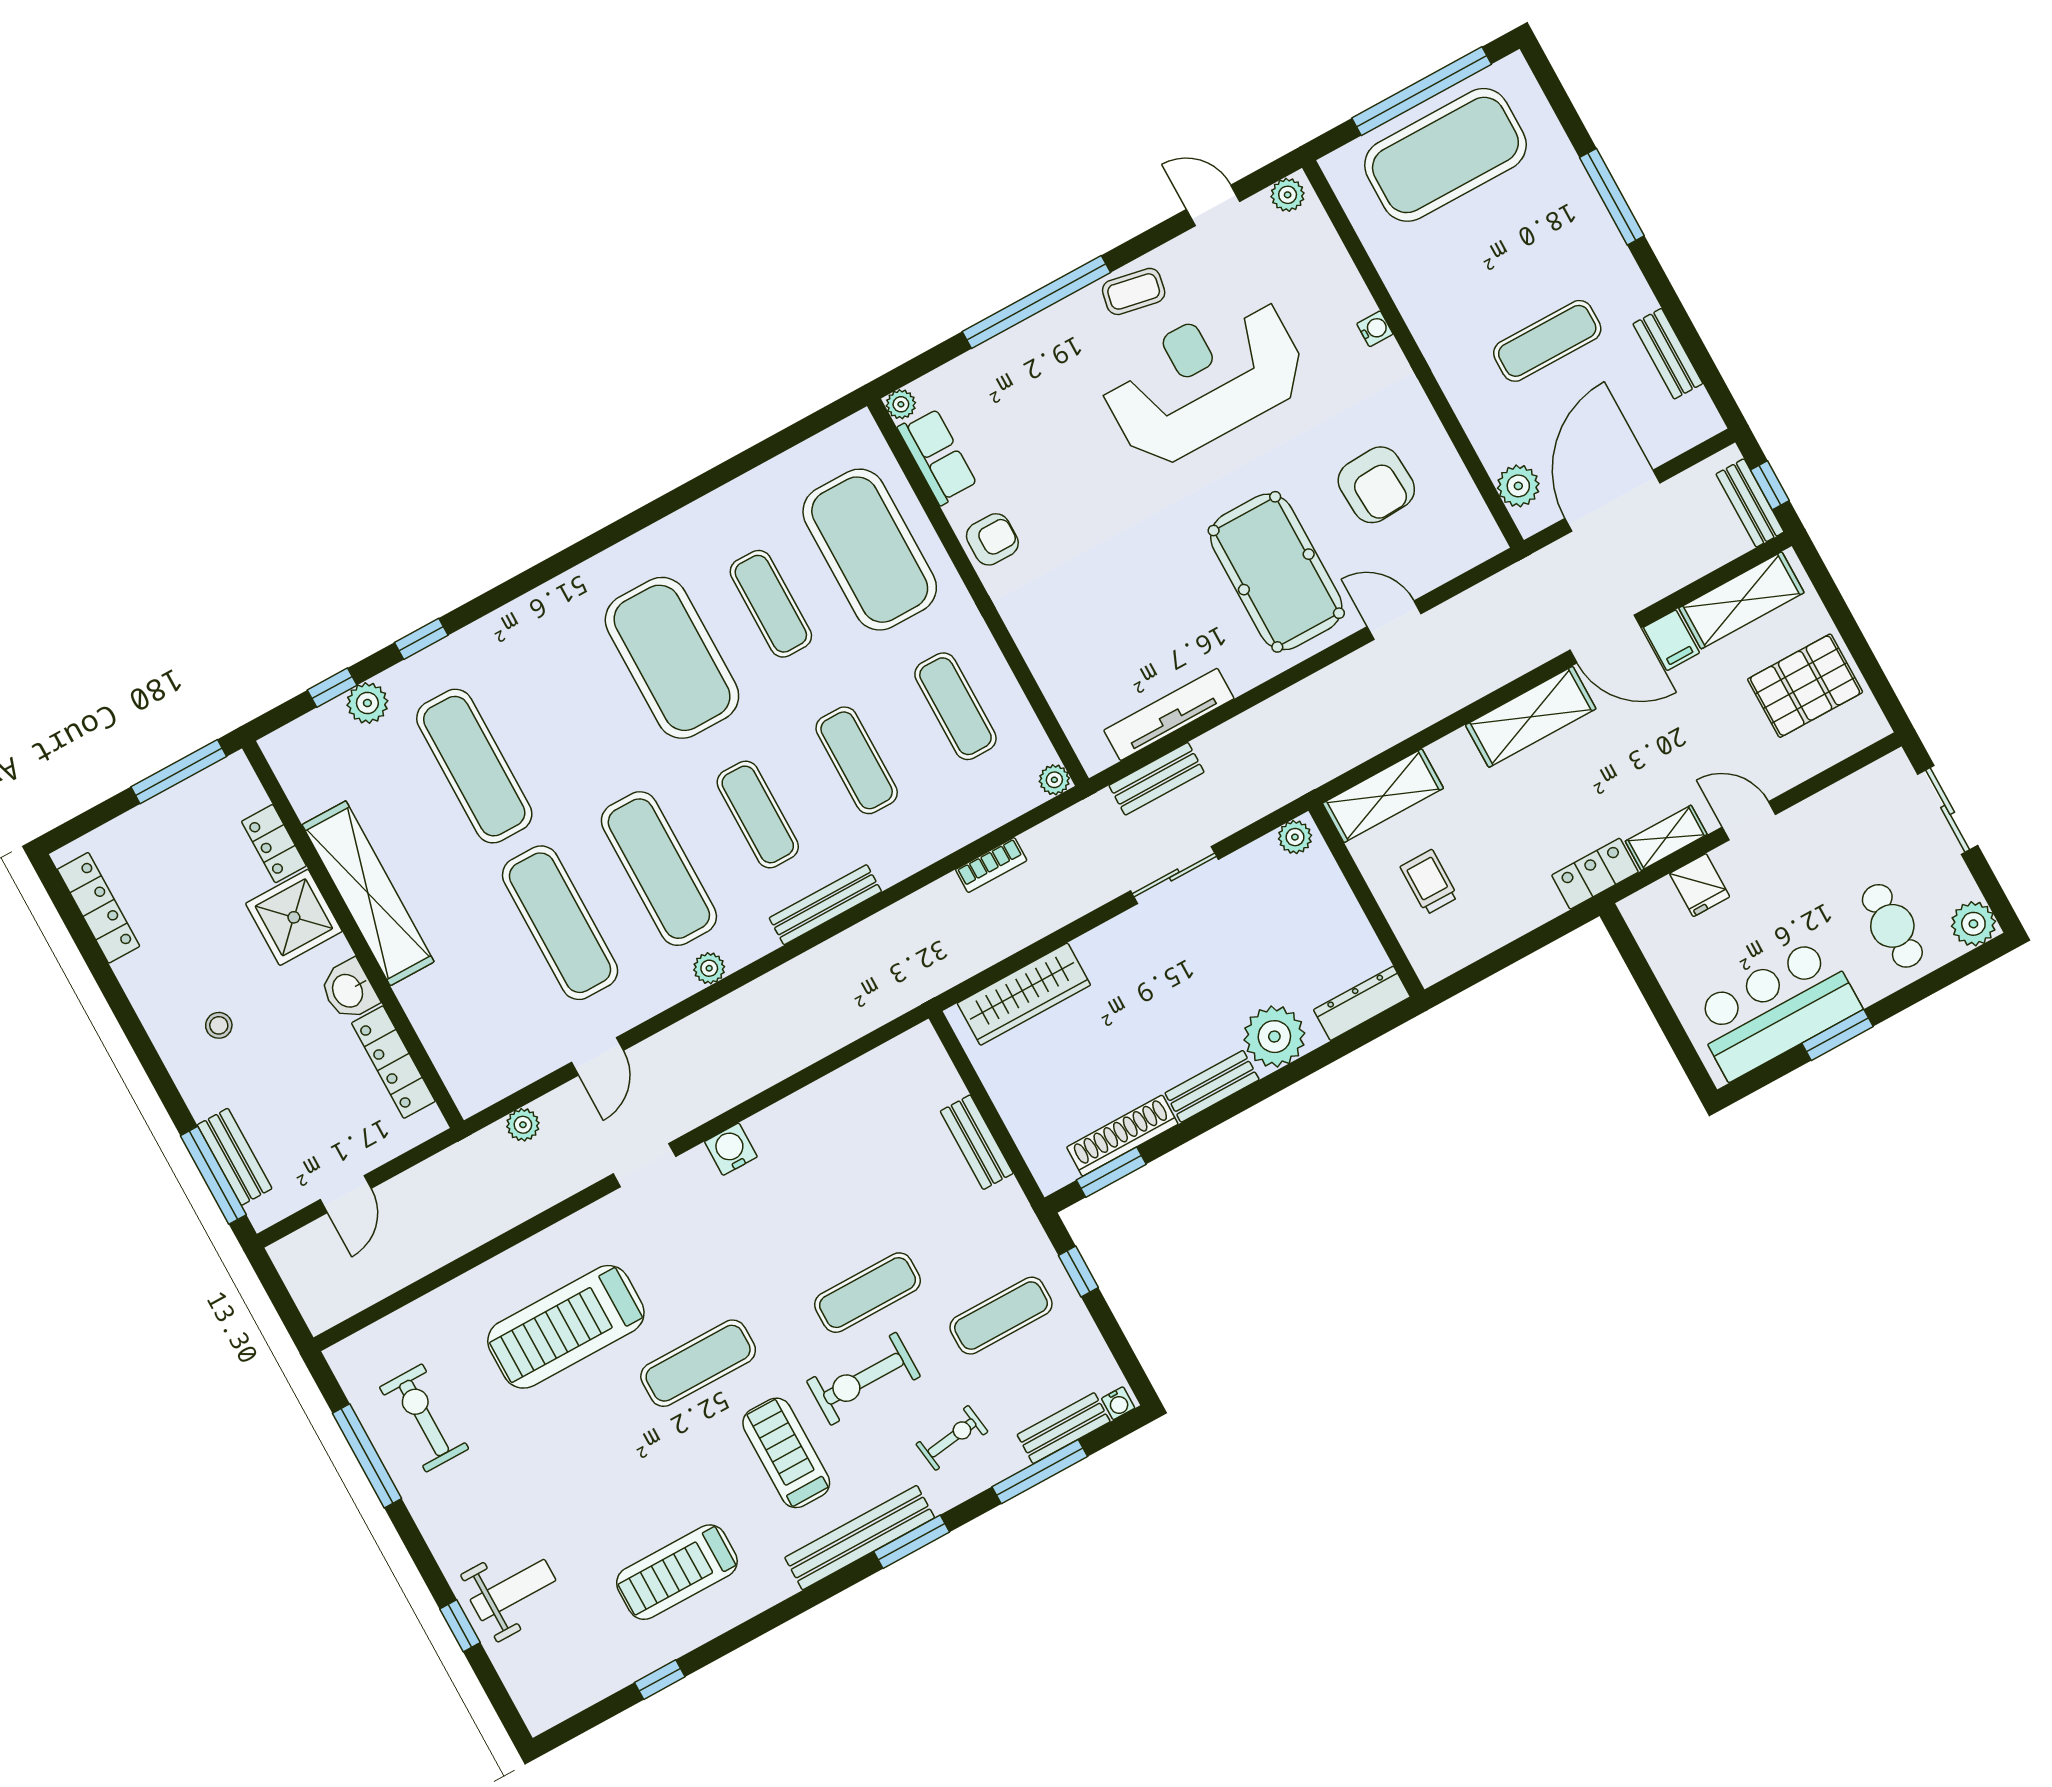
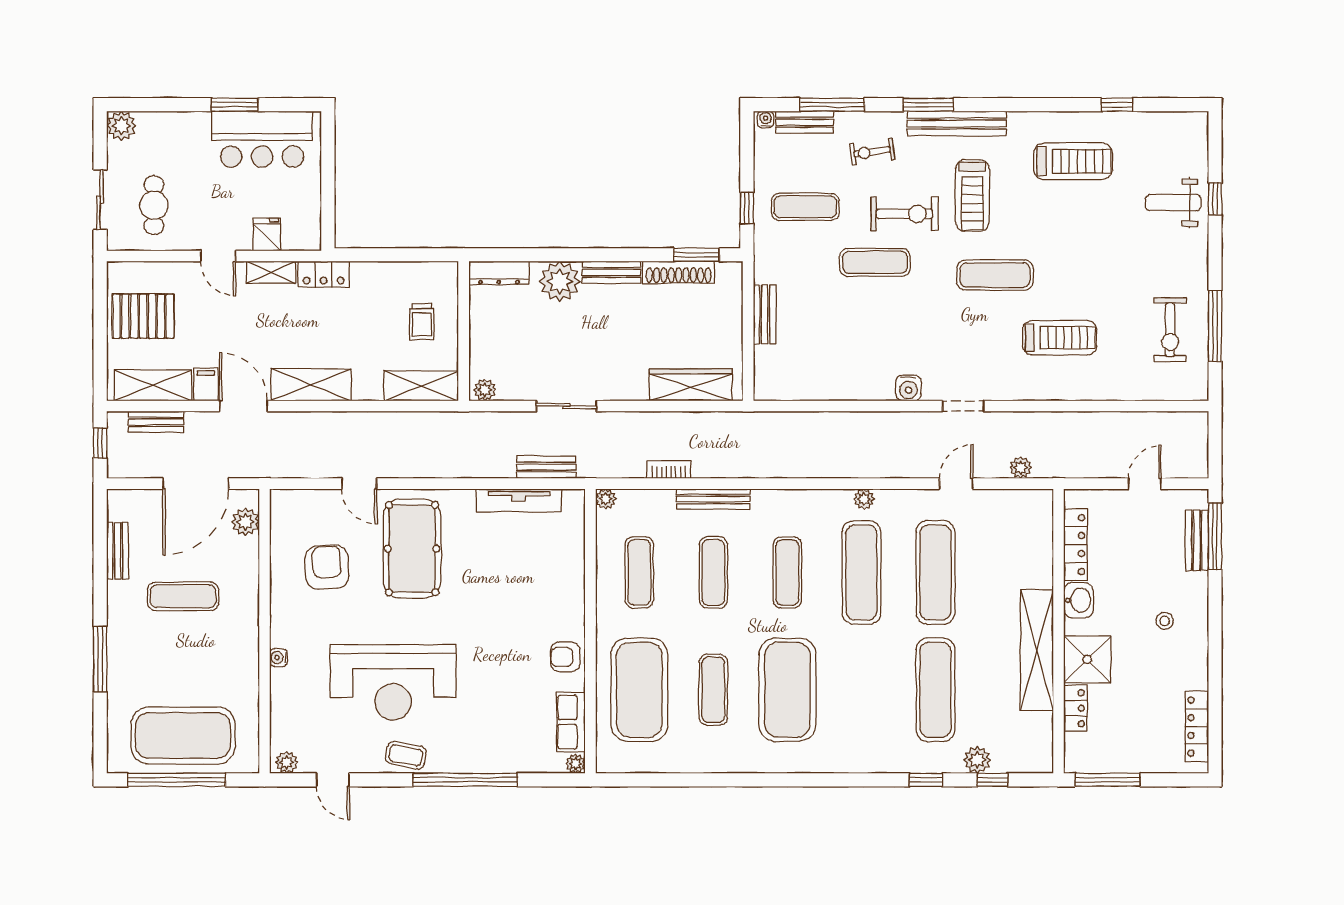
bench: (1750, 503) -> (156, 422), moved, turned 90
bench: (825, 905) -> (713, 499), moved
cafe table: (1892, 926) -> (154, 205), moved
treadmill: (566, 1327) -> (1060, 338), width x0.73, depth x0.73

